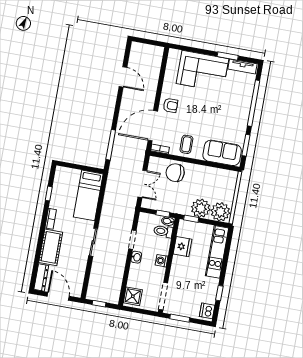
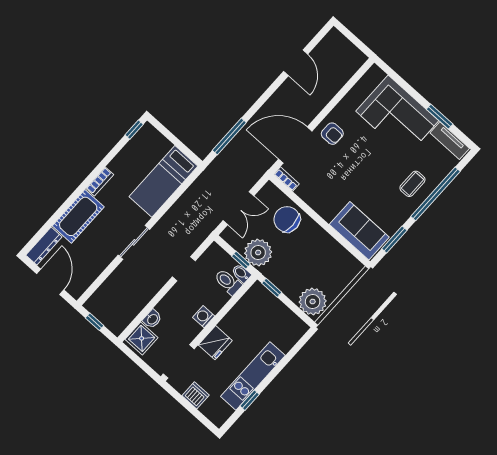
coffee table: (186, 144) -> (412, 184), moved
window: (49, 194) -> (134, 130), moved
plant: (201, 208) -> (258, 253), moved
fridge: (183, 247) -> (215, 343), moved
kitchen unit: (217, 252) -> (253, 376), moved
washbasin: (136, 257) -> (152, 319), moved
dishwasher: (207, 311) -> (196, 395), moved, turned 90
window: (180, 318) -> (182, 401), removed

